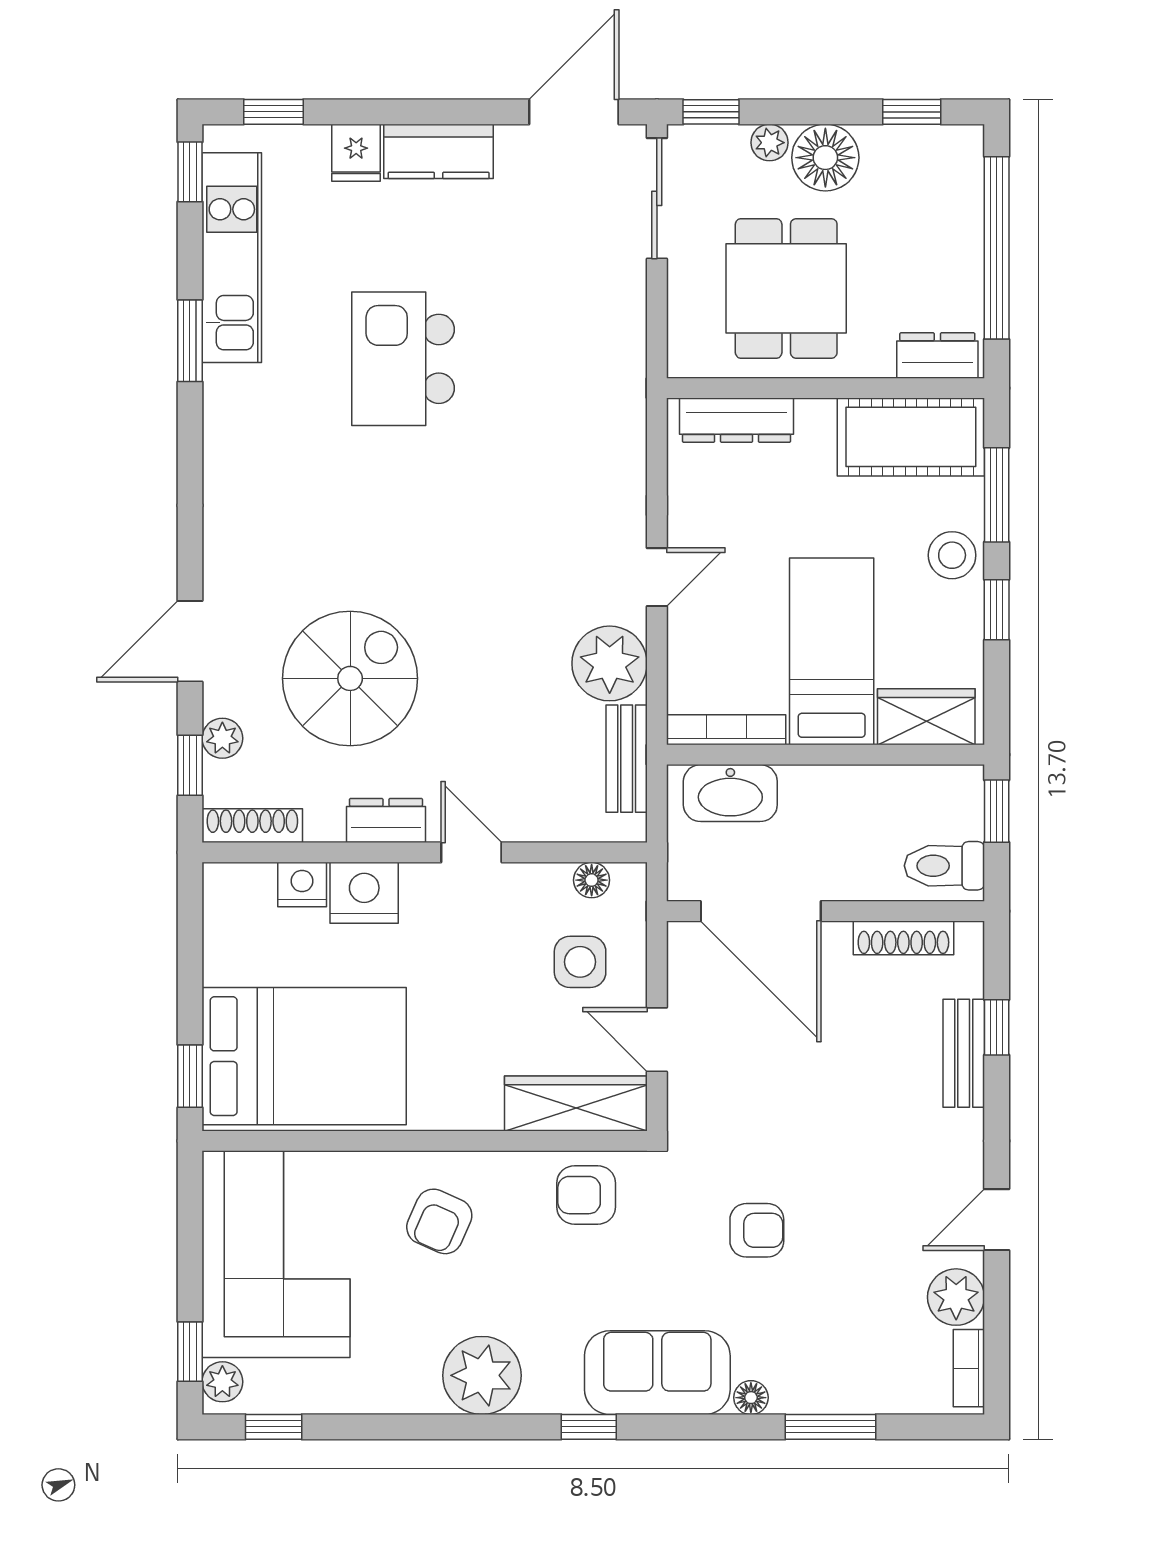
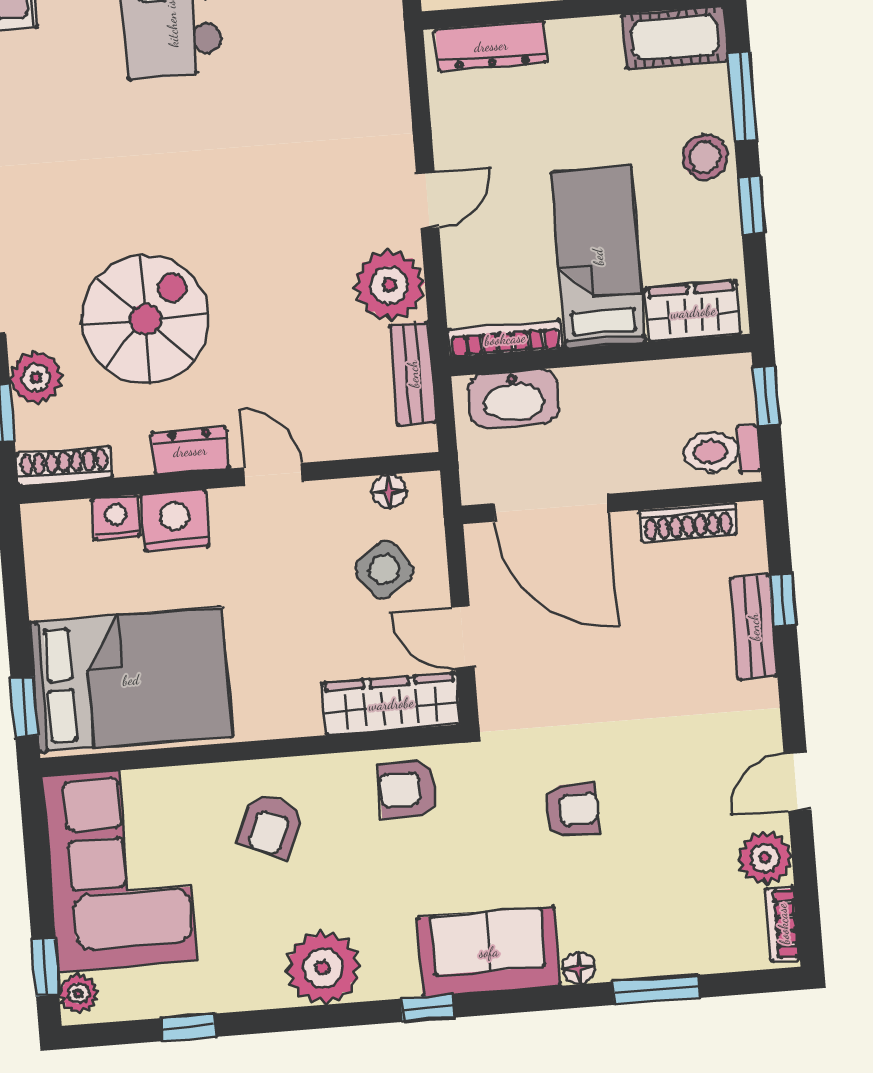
cot: (911, 437) -> (675, 37), width x0.73, depth x0.75
plant: (222, 738) -> (36, 378), width x1.38, depth x1.38
side table: (580, 962) -> (384, 569), turned -36
window: (274, 1427) -> (188, 1027), moved

